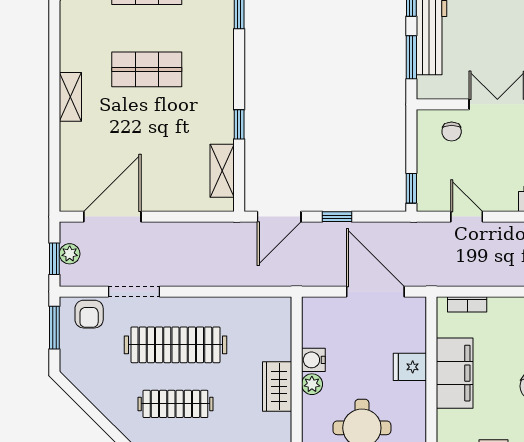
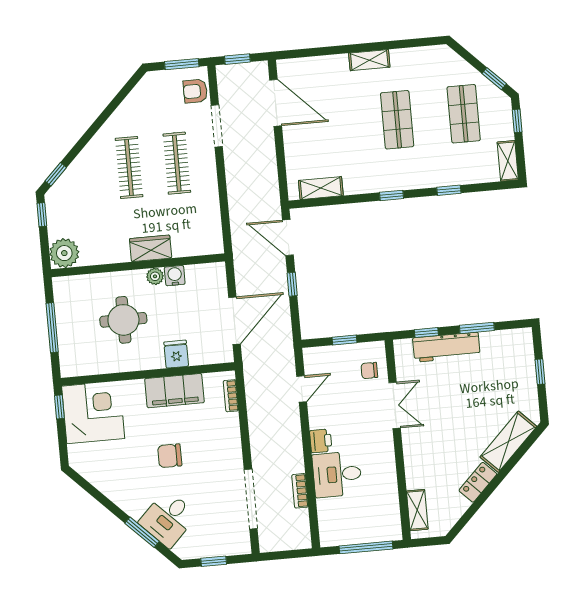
window: (411, 57) -> (426, 333), width x0.67
window: (239, 124) -> (391, 195), moved
window: (411, 188) -> (344, 340), moved
plant: (70, 254) -> (243, 71), removed
clothes rail: (175, 345) -> (177, 163), width x0.73, depth x0.76

